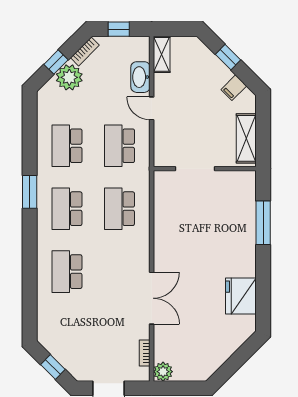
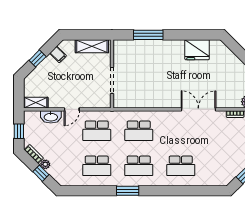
plant: (69, 77) -> (45, 164), width x0.53, depth x0.53

